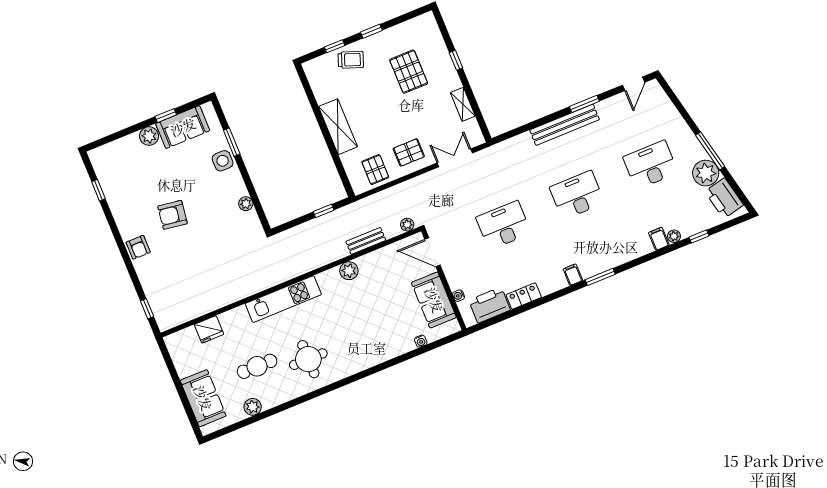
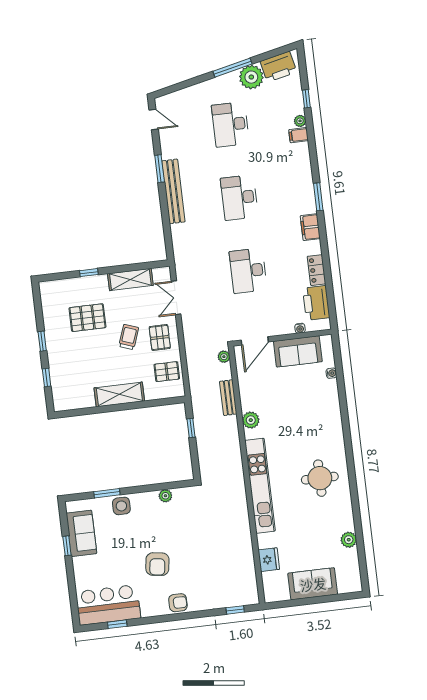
trolley: (351, 60) -> (129, 337), moved
shelving: (463, 104) -> (130, 279), width x1.50, depth x1.33
plant: (149, 136) -> (81, 566), removed
bar counter: (116, 175) -> (108, 605), added
filing cabinet: (573, 275) -> (310, 227), width x2.00
kitchen unit: (283, 299) -> (260, 486), width x1.36
cafe table: (257, 366) -> (314, 526), removed
sofa: (203, 398) -> (313, 584), moved

